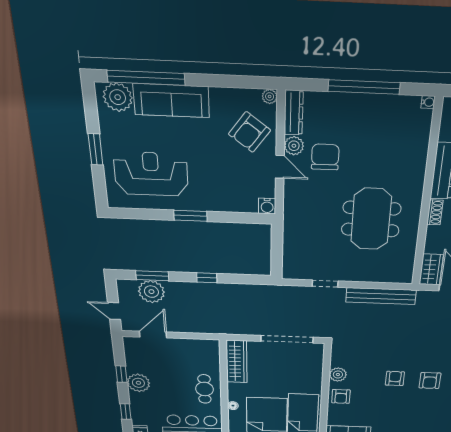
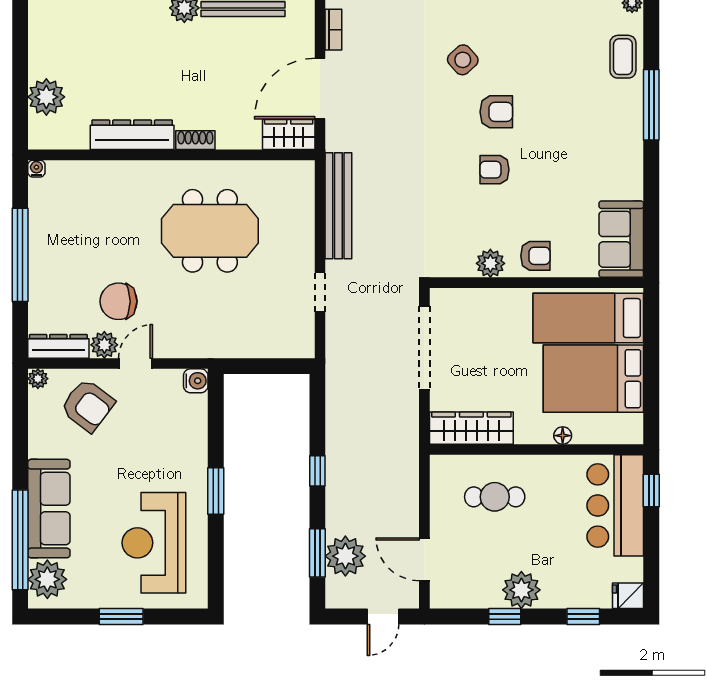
cafe table: (204, 389) -> (495, 497), moved

